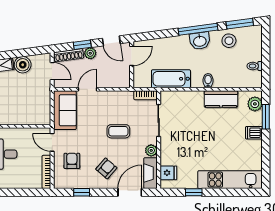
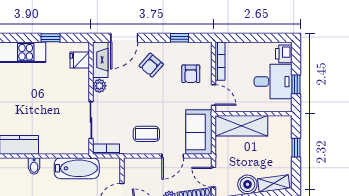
shelving: (28, 116) -> (241, 126), added
coffee table: (118, 131) -> (146, 134), moved

